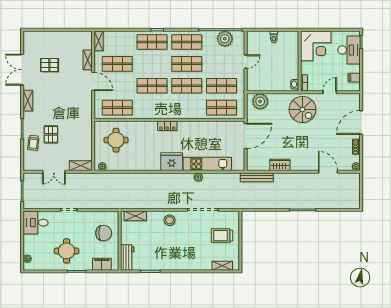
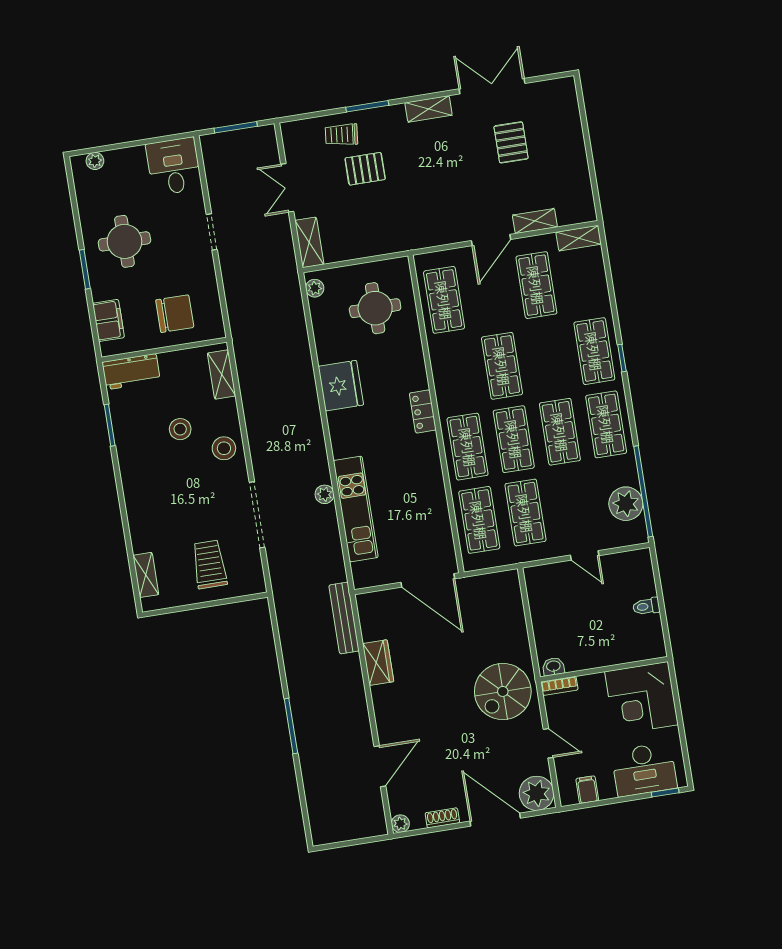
plant: (260, 101) -> (537, 793), moved
shop shelf: (187, 108) -> (468, 447), added
fridge: (172, 162) -> (341, 386), moved
chair: (104, 233) -> (175, 314), turned -90
stool: (157, 239) -> (180, 429), added

